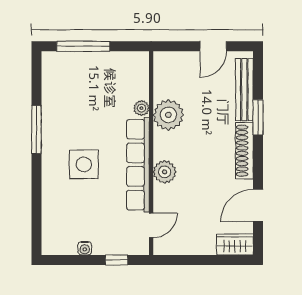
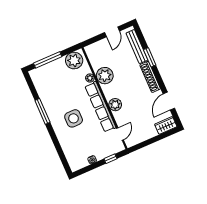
plant: (128, 67) -> (74, 61), added

